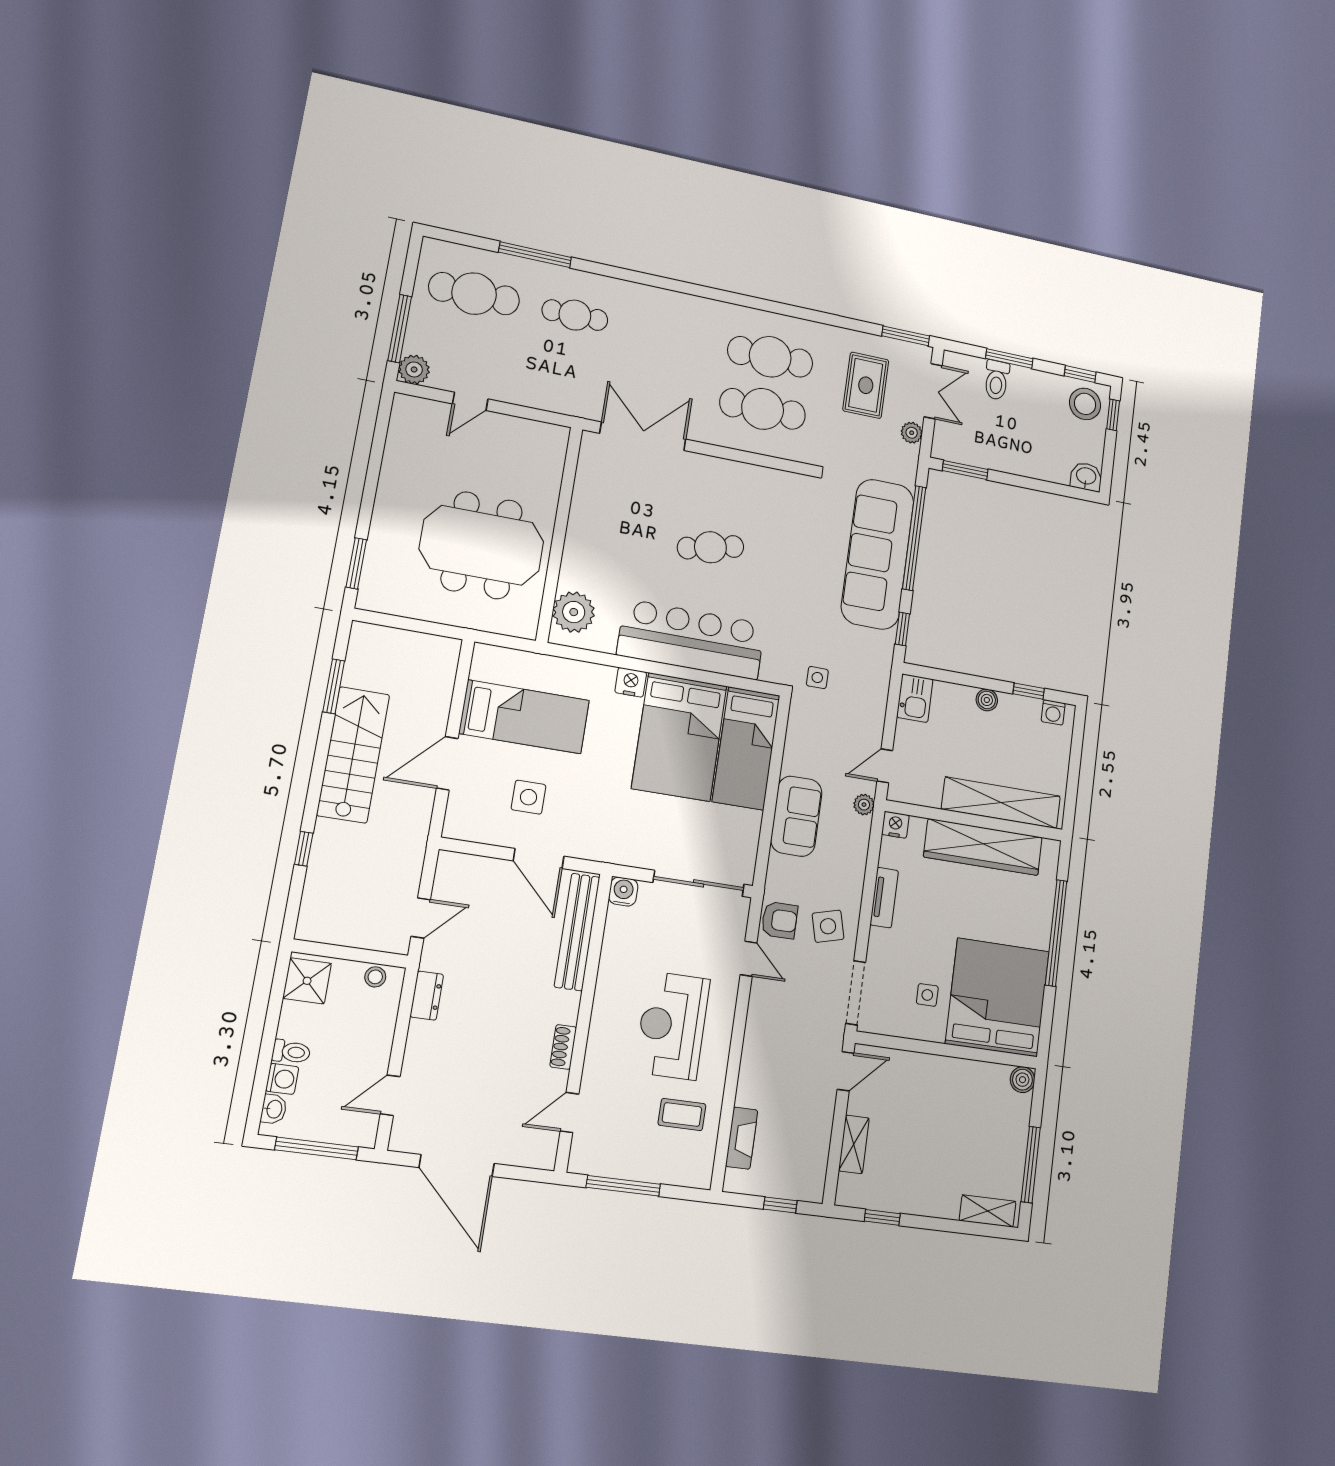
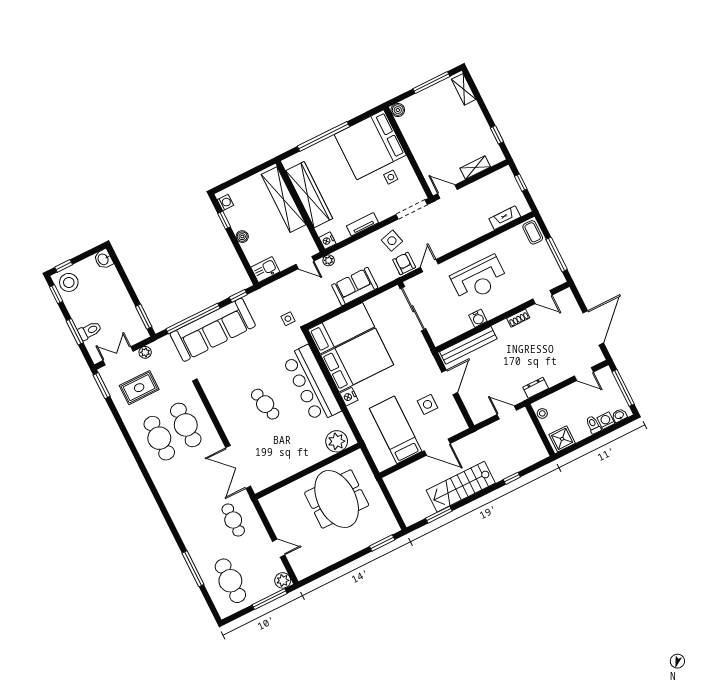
cafe table: (575, 315) -> (233, 520), moved
water cooler: (623, 892) -> (478, 318), moved, turned -90
coffee table: (682, 1114) -> (533, 232), moved

